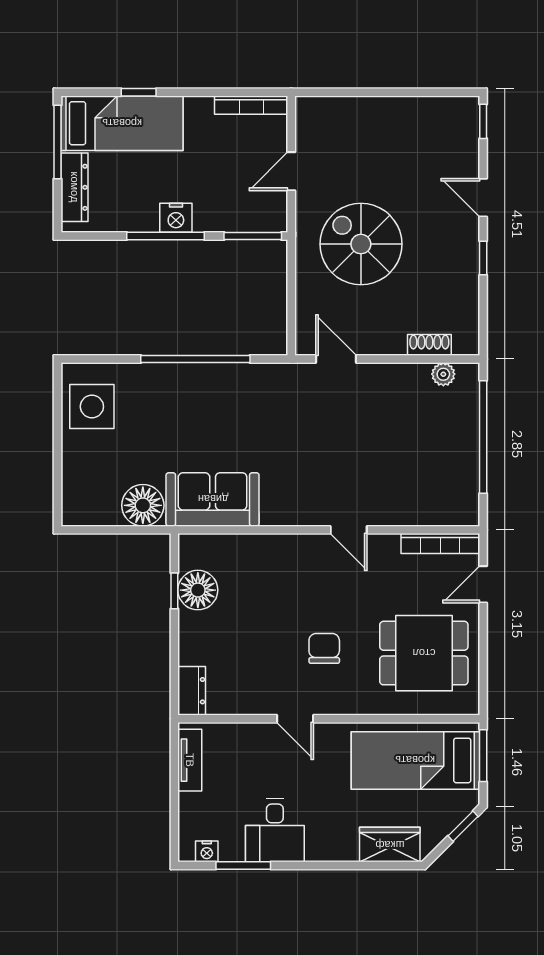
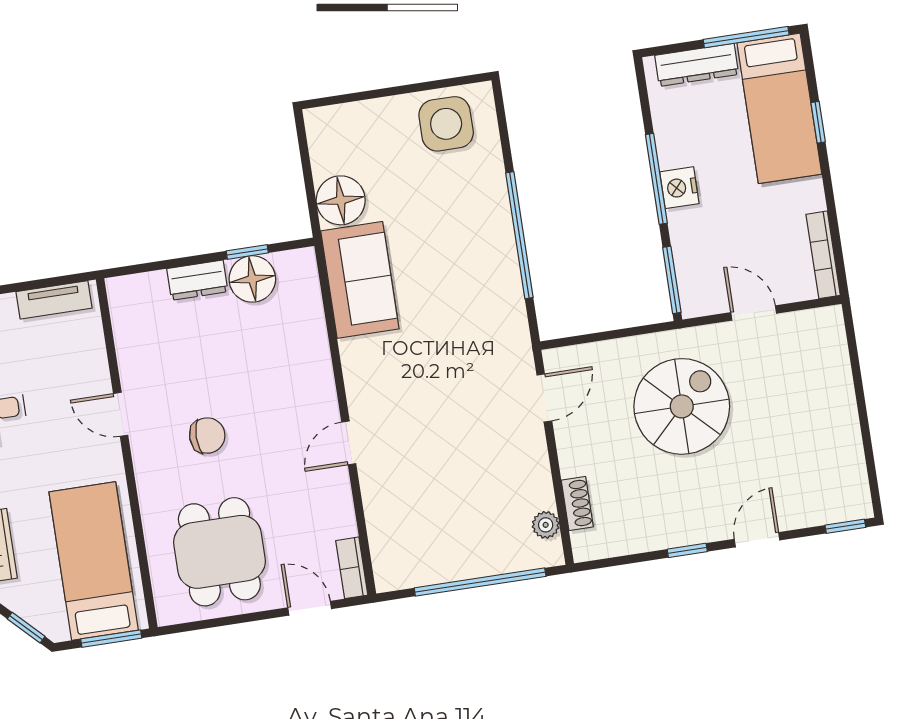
bookcase: (440, 543) -> (352, 568), width x0.64
dresser: (192, 691) -> (197, 280), moved
door: (295, 719) -> (121, 414), hinge flipped

